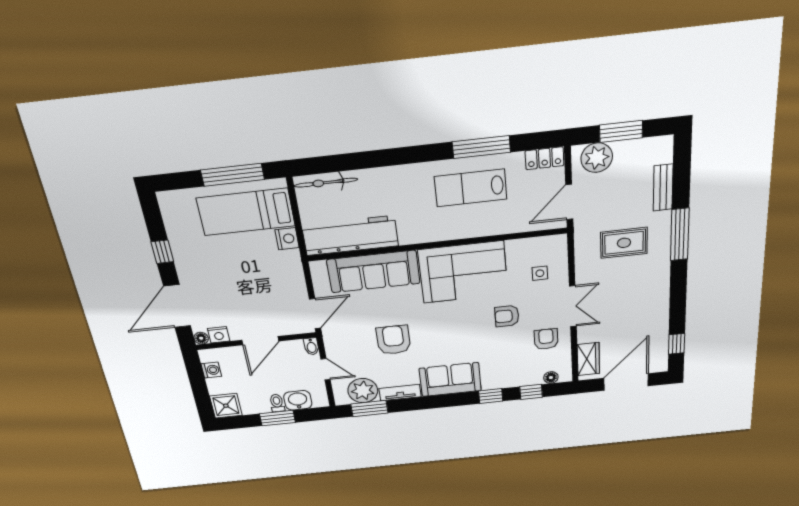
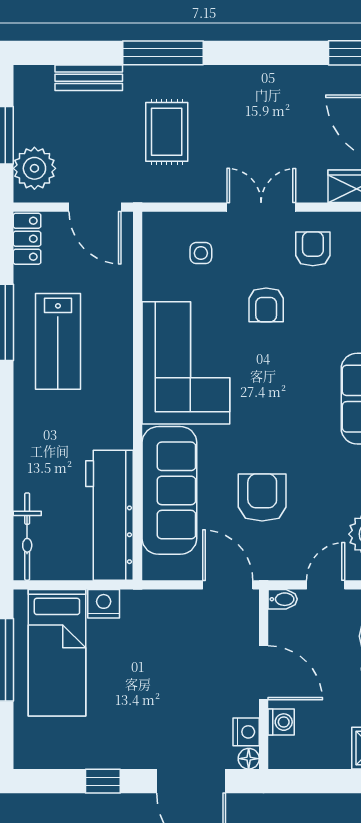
armchair: (546, 339) -> (313, 249), turned 90
armchair: (393, 340) -> (262, 498), moved, turned 90
washing machine: (211, 370) -> (281, 722), moved, turned 90

